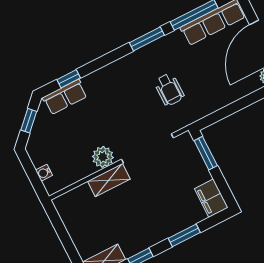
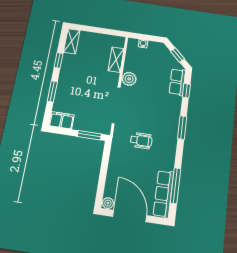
window: (147, 39) -> (182, 128), moved
wheelchair: (169, 89) -> (141, 141), turned 180
shelving: (109, 180) -> (116, 60), moved

